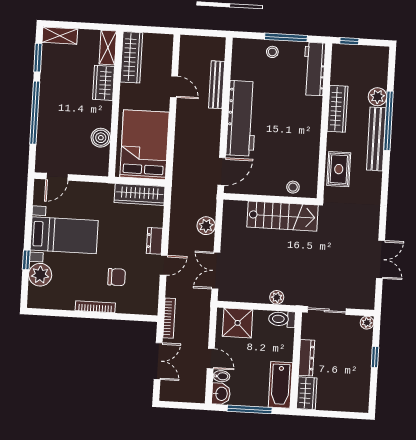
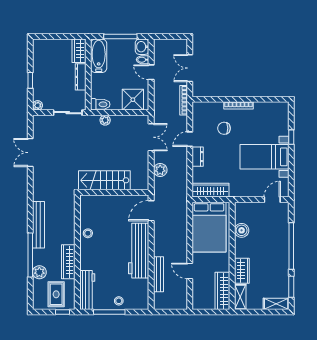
bench: (376, 139) -> (38, 225), moved
rug: (339, 169) -> (56, 294), moved
stool: (293, 187) -> (88, 233), moved
plant: (40, 275) -> (280, 127), removed

